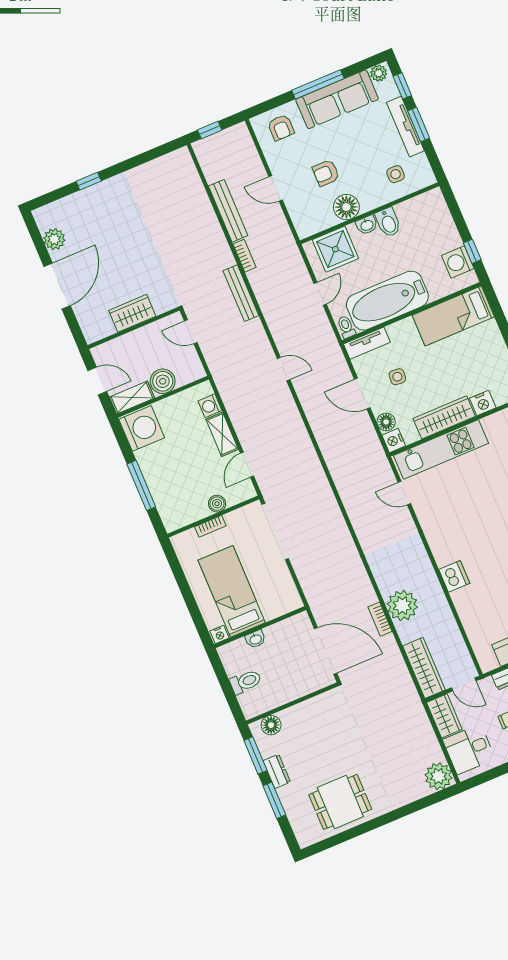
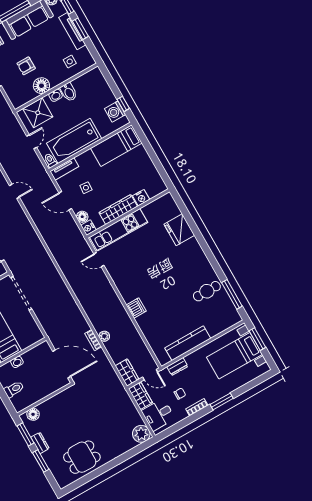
plant: (402, 606) -> (104, 336), width x0.53, depth x0.53
wardrobe: (424, 668) -> (127, 373), width x0.67

